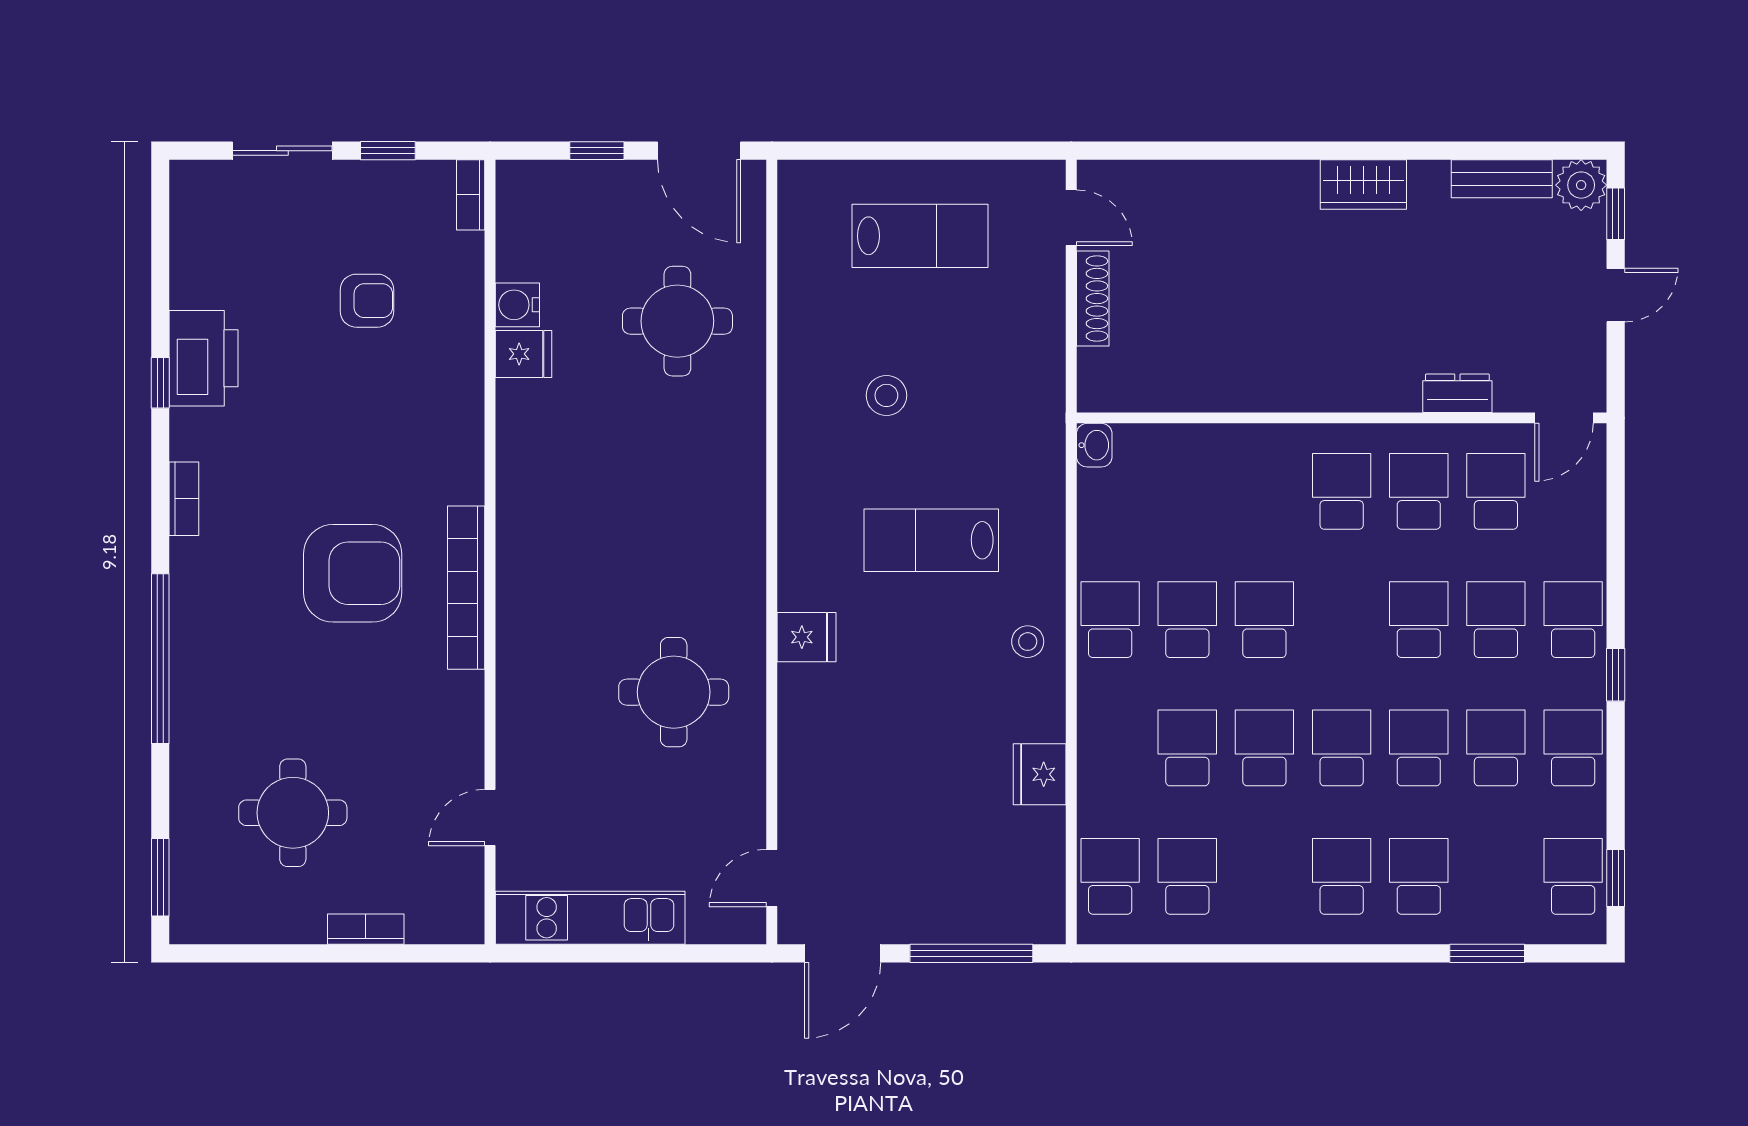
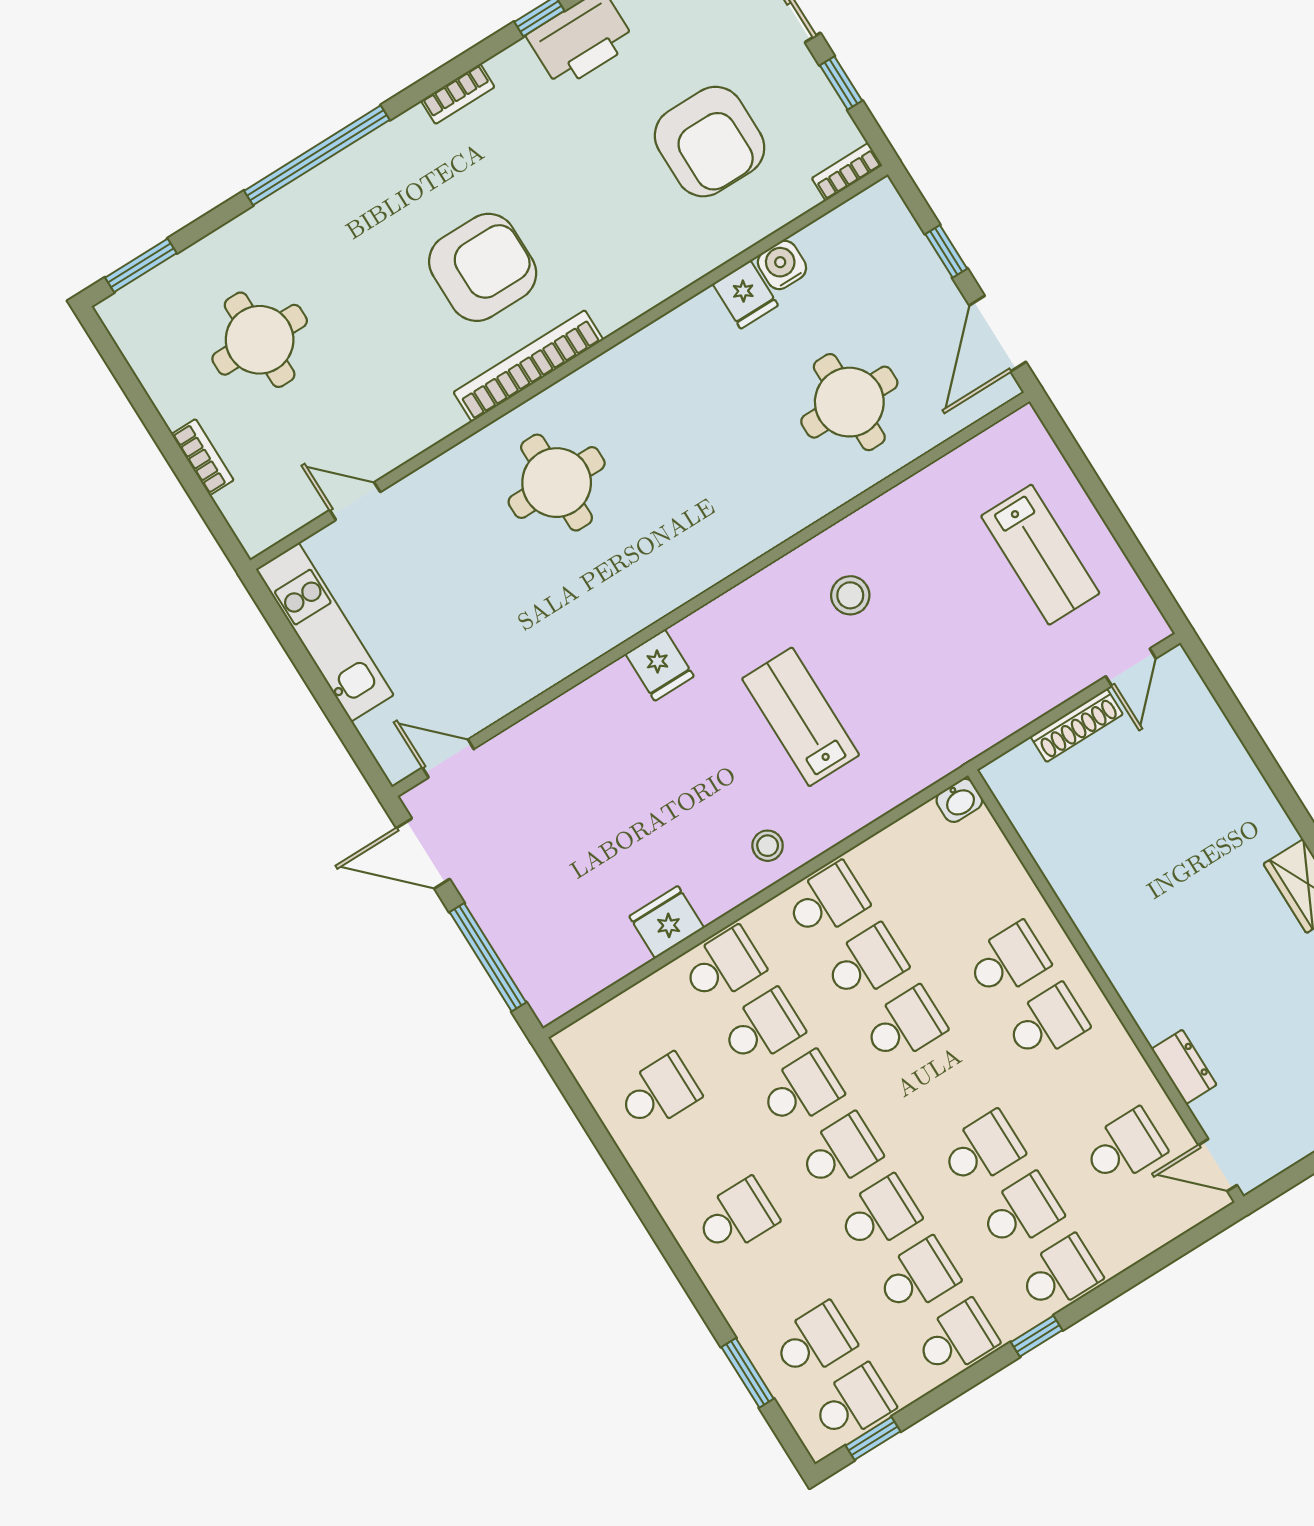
armchair: (367, 301) -> (710, 142), width x1.88, depth x1.88
stool: (886, 395) -> (850, 595), moved
school desk: (1419, 491) -> (1008, 961), moved
armchair: (353, 573) -> (483, 267), turned -90
round table: (674, 692) -> (557, 483), moved
school desk: (1110, 876) -> (723, 966), moved
school desk: (1419, 876) -> (814, 1341), moved

